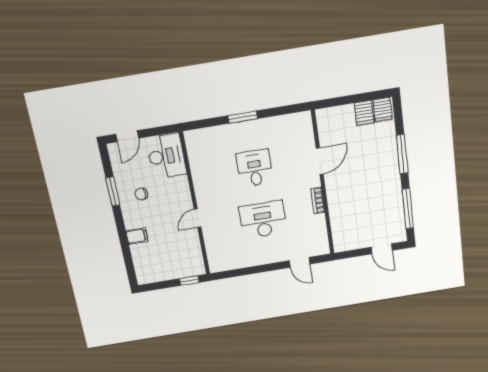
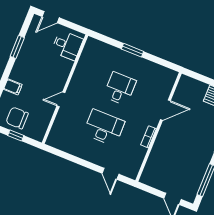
desk: (166, 156) -> (67, 45), width x0.73
chair: (141, 194) -> (17, 118), moved, width x1.87, depth x1.87
window: (189, 281) -> (16, 136), moved

